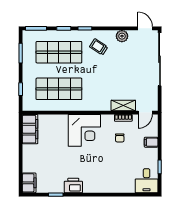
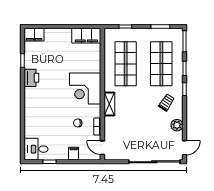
shelving: (123, 105) -> (109, 104), moved

